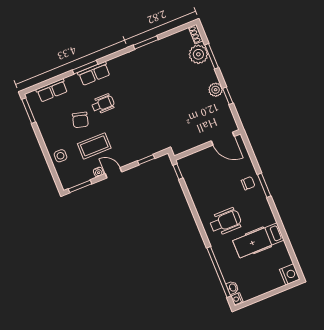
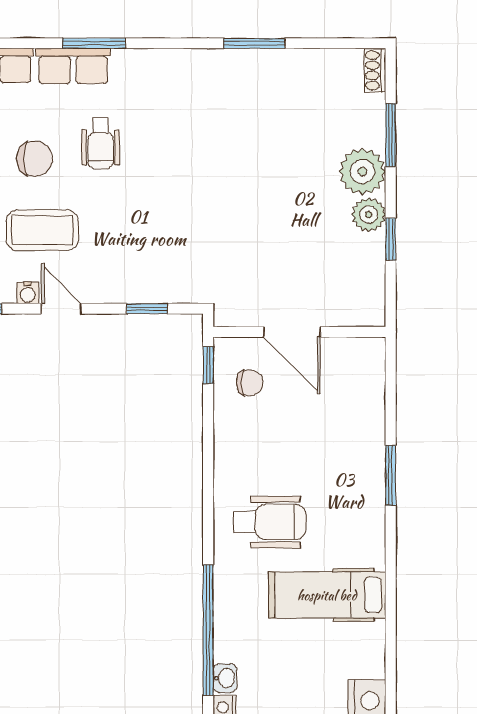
plant: (198, 54) -> (362, 171), moved
row of seats: (94, 74) -> (73, 66), moved
wheelchair: (103, 104) -> (101, 143), turned 90
chair: (80, 120) -> (35, 159), turned -105
door: (223, 139) -> (292, 332), moved
chair: (248, 183) -> (250, 383), moved

